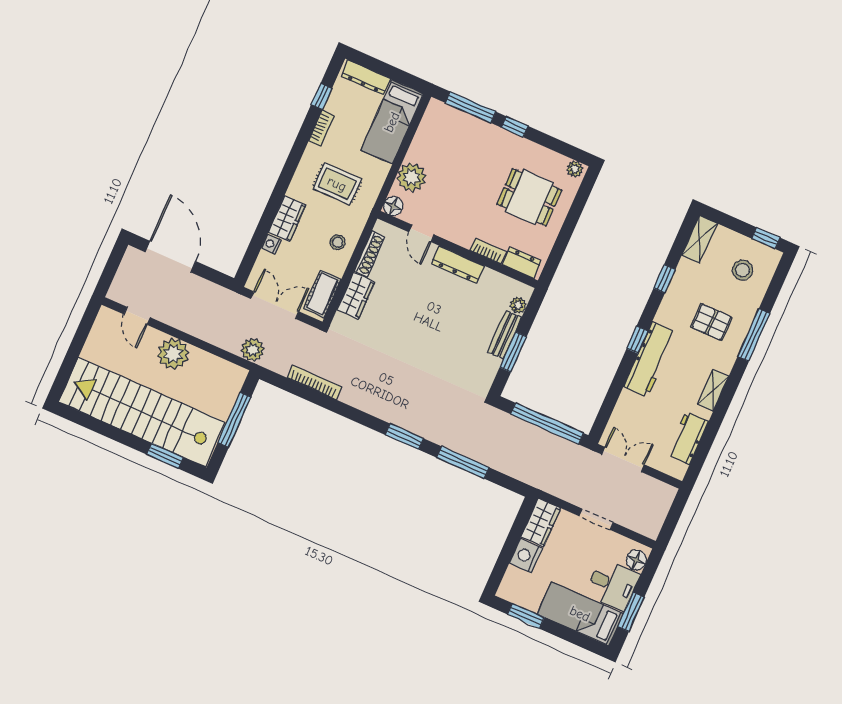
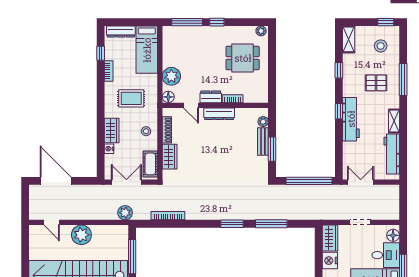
dresser: (522, 263) -> (211, 97), moved
workbench: (688, 438) -> (392, 154), width x1.38

